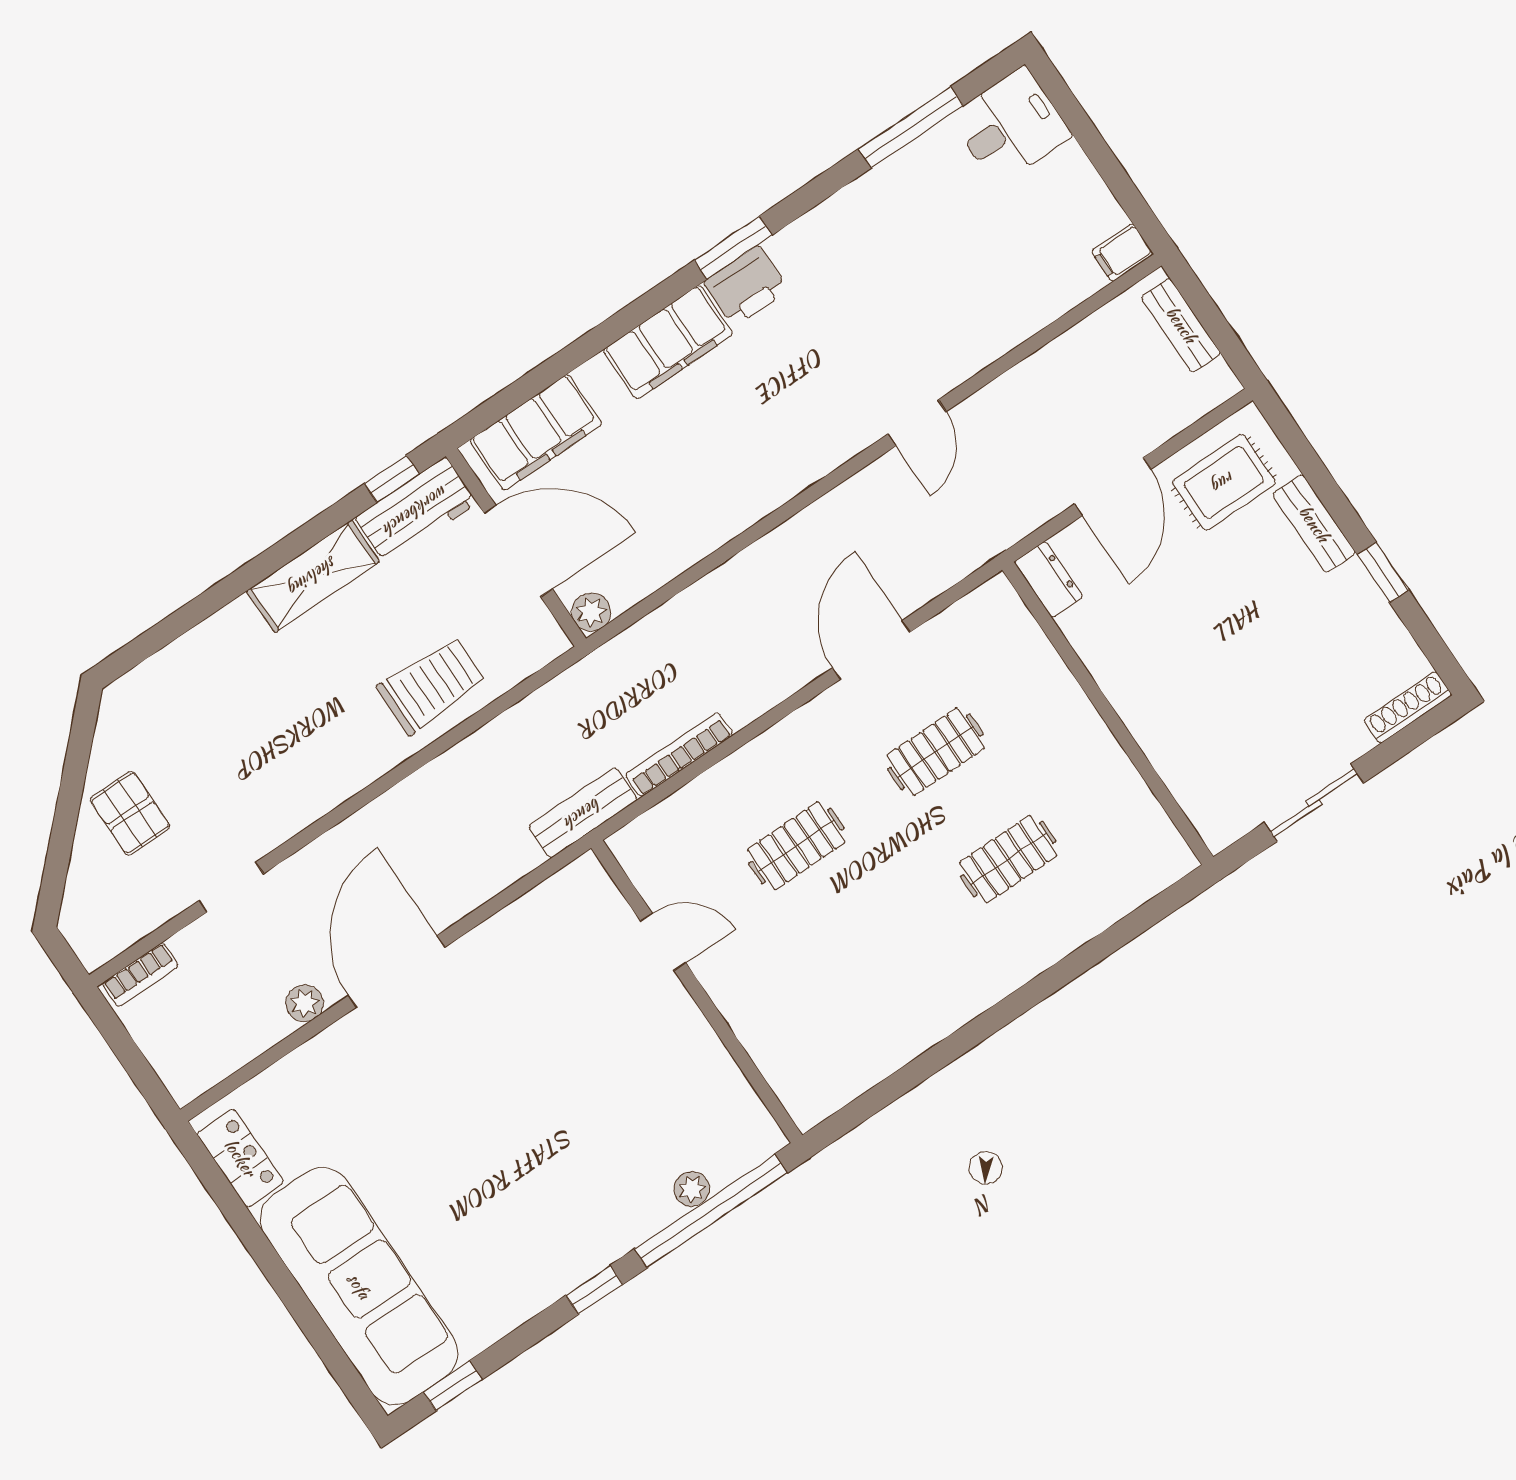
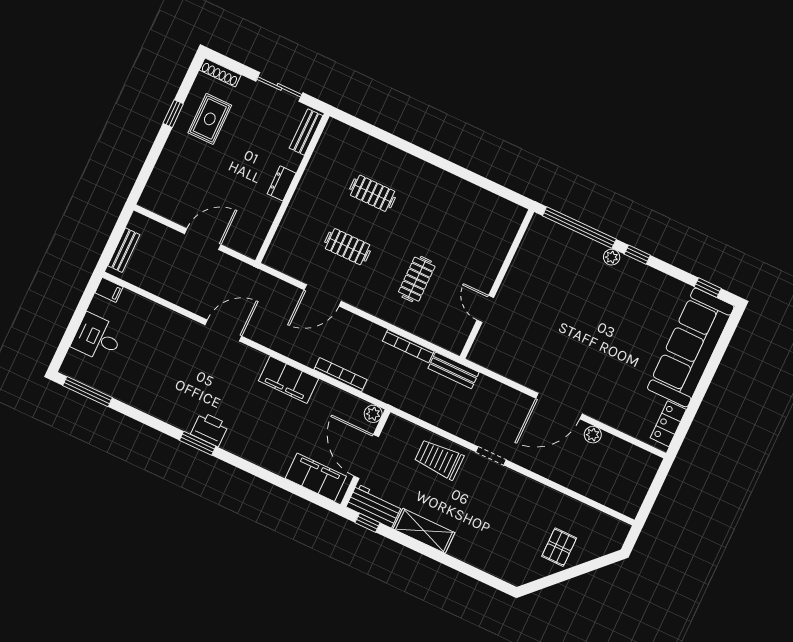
desk: (1010, 126) -> (97, 338), moved
window: (911, 127) -> (88, 392), moved
filing cabinet: (668, 342) -> (288, 380), moved, turned 180
door: (917, 423) -> (223, 331), width x1.38
rug: (1224, 482) -> (210, 119), moved, turned 90
bench: (1314, 524) -> (306, 132), moved
dresser: (1049, 579) -> (282, 183), moved
clothes rail: (796, 846) -> (417, 279), turned 90
doorway: (231, 887) -> (491, 456), moved
bookcase: (140, 975) -> (341, 375), moved, width x1.56
plant: (692, 1189) -> (612, 257), moved

